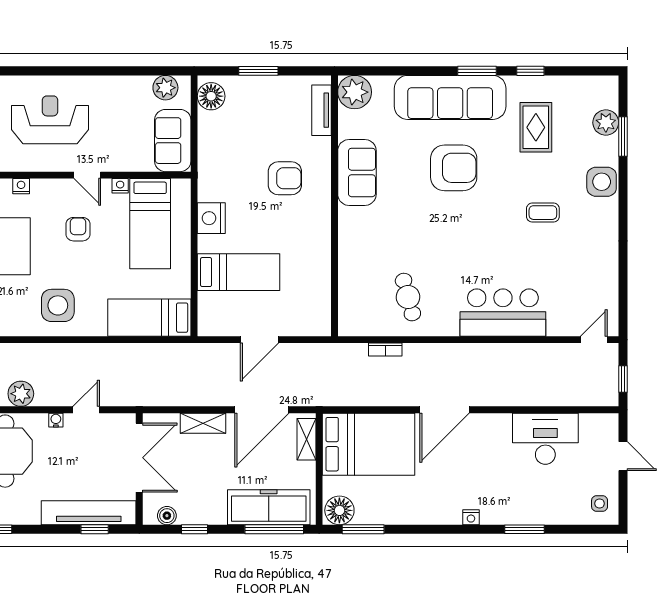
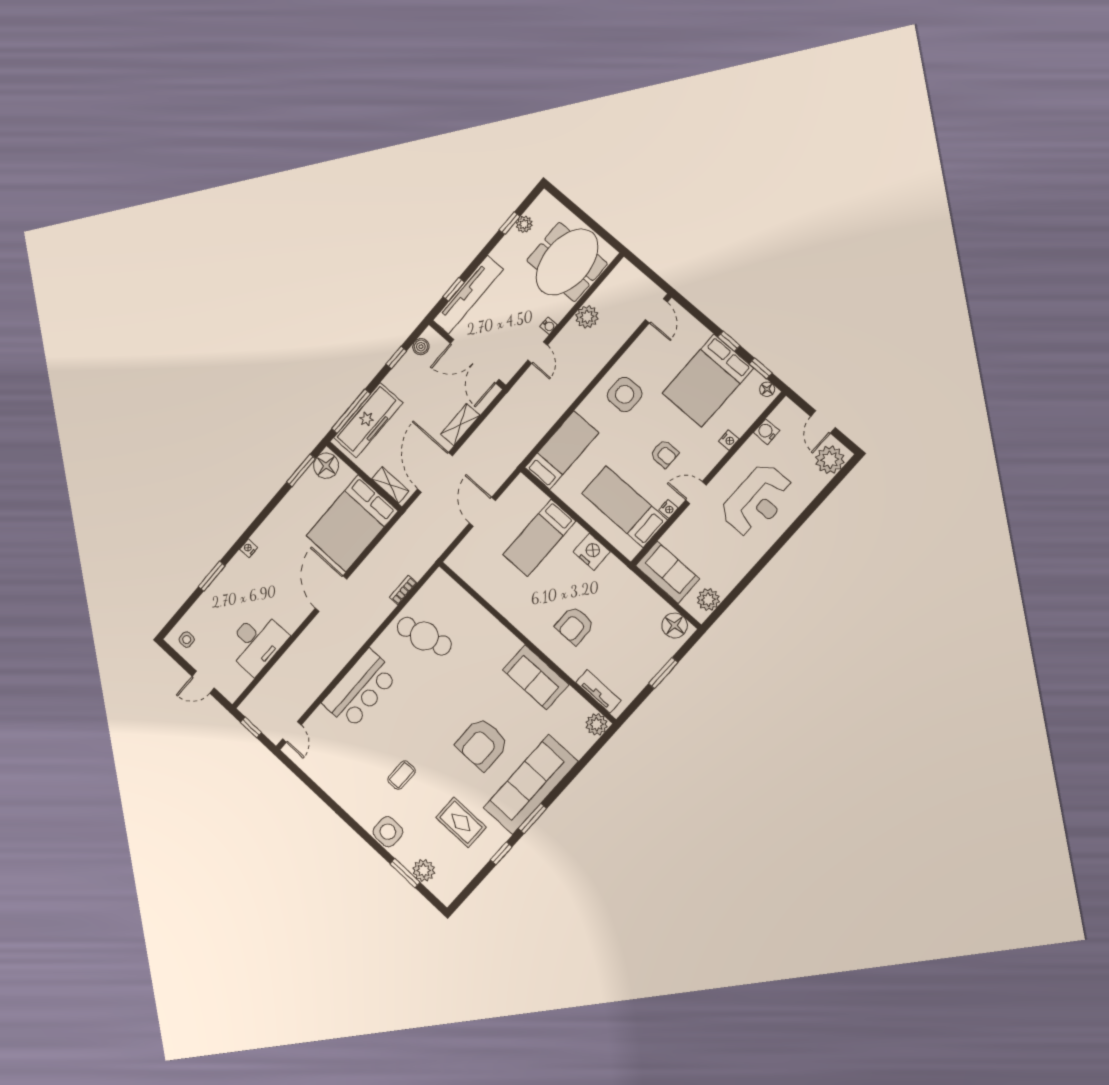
plant: (355, 92) -> (597, 724), width x0.73, depth x0.73
cafe table: (408, 297) -> (424, 636), width x1.37, depth x1.35

